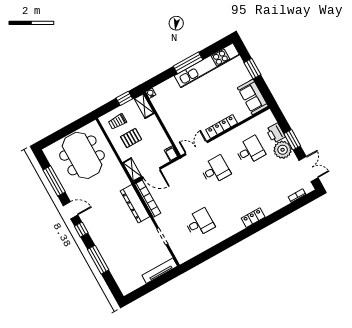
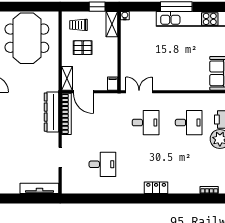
locker: (222, 126) -> (174, 85), removed

